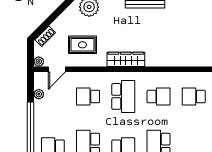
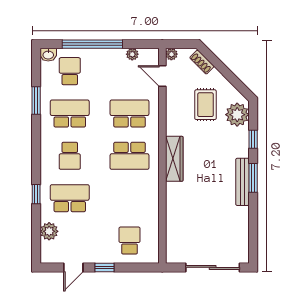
rug: (82, 45) -> (205, 105), moved
school desk: (88, 96) -> (130, 113), width x1.85
school desk: (159, 96) -> (130, 198), removed

